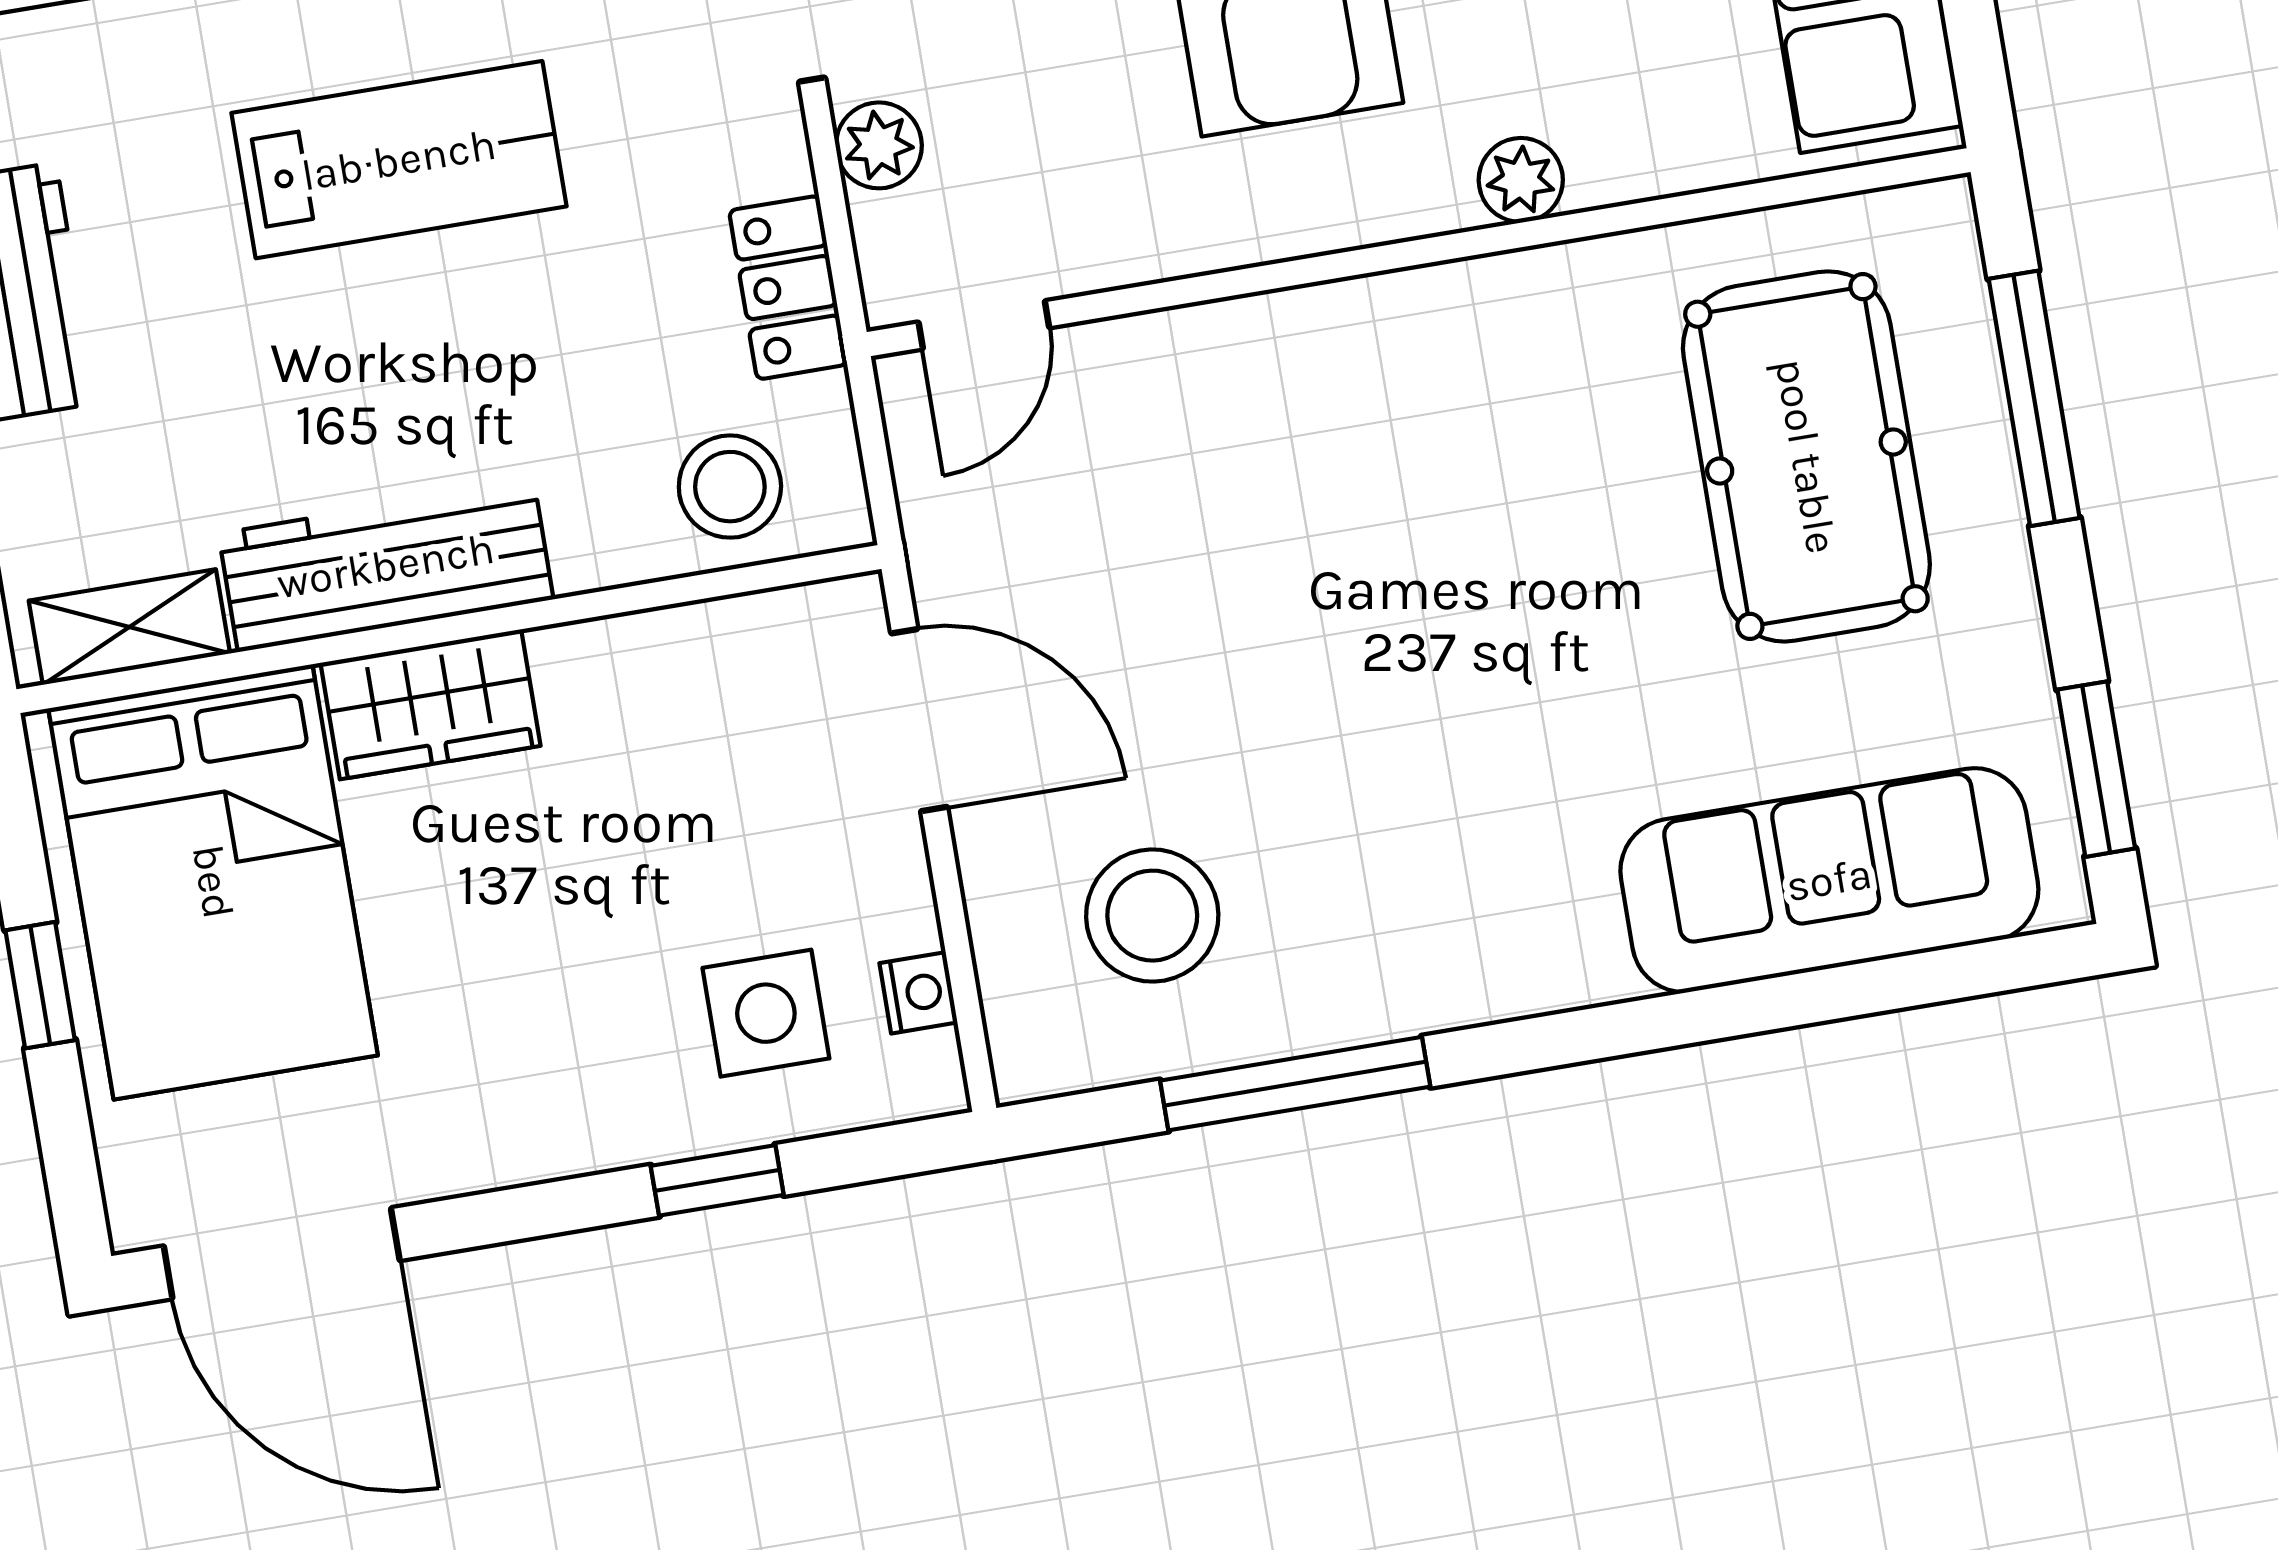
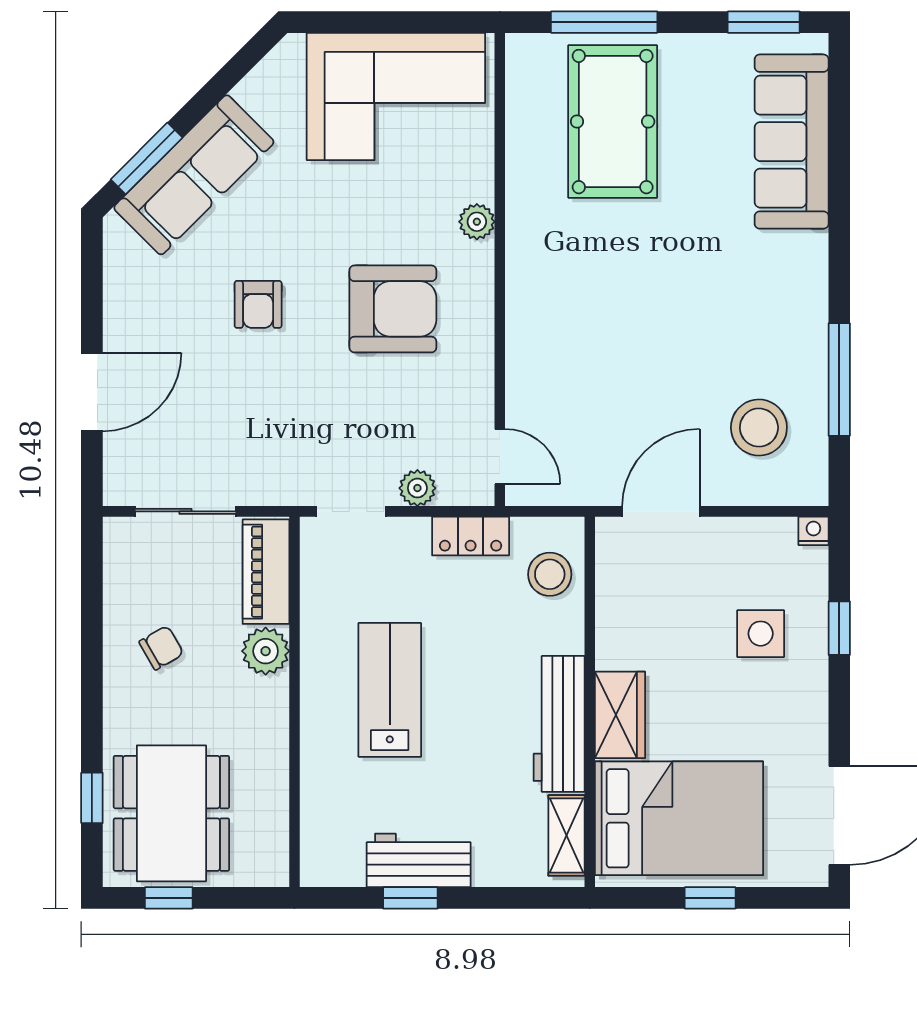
pool table: (1806, 456) -> (613, 122), turned 90
nightstand: (918, 993) -> (813, 531), moved
side table: (766, 1013) -> (761, 634), moved

